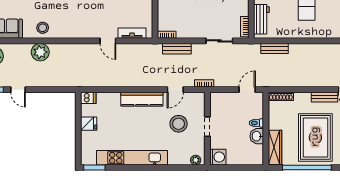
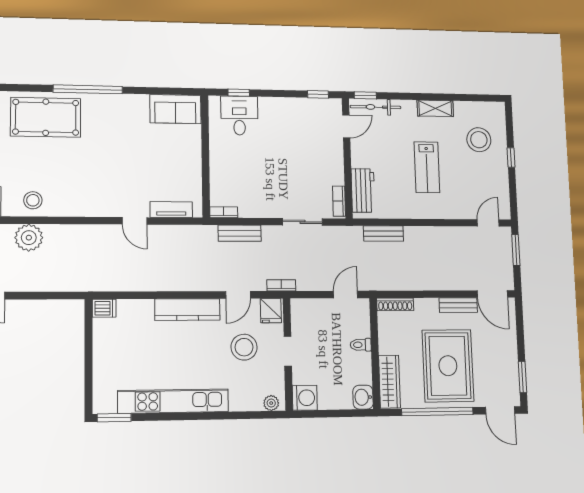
fridge: (89, 124) -> (271, 311), moved, turned 90
washbasin: (257, 136) -> (363, 397), moved

